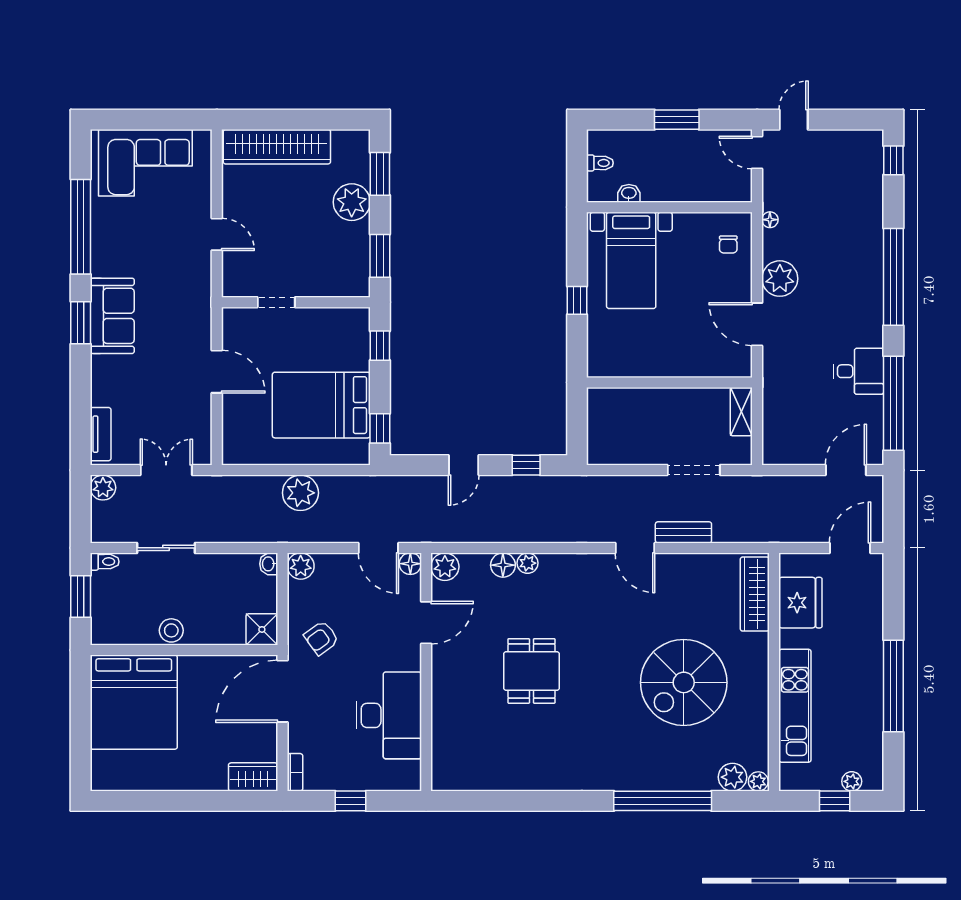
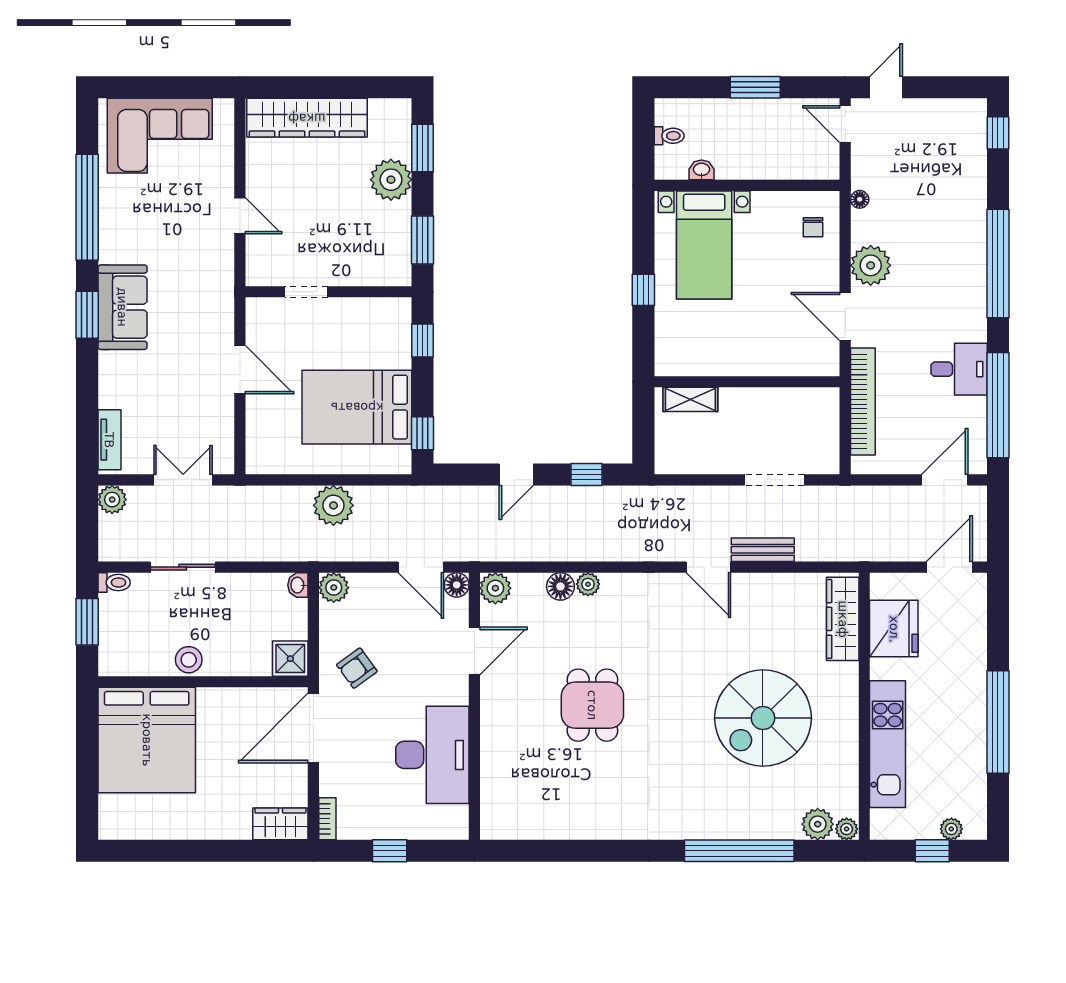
bookcase: (773, 400) -> (863, 402), added
shelving: (741, 412) -> (690, 399), moved, turned 90

